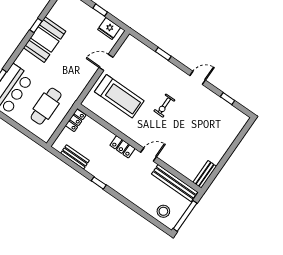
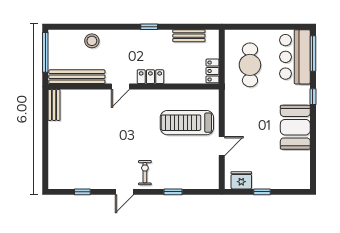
window: (36, 26) -> (313, 97), moved
exercise bike: (164, 106) -> (145, 173), moved
stool: (163, 211) -> (92, 41), moved

